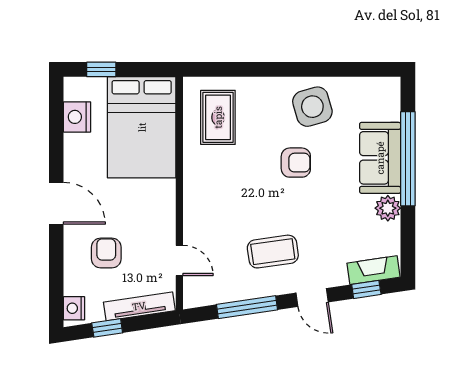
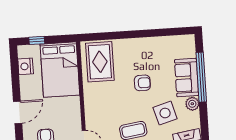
side table: (312, 107) -> (165, 113), moved
rug: (218, 117) -> (100, 62), width x1.36, depth x1.43
door: (56, 203) -> (18, 112), hinge flipped

